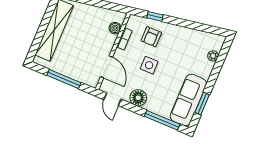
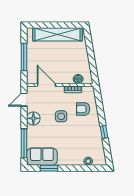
window: (155, 16) -> (104, 132), moved
door: (106, 67) -> (46, 85), swing flipped
sofa: (188, 100) -> (42, 157), width x0.73

